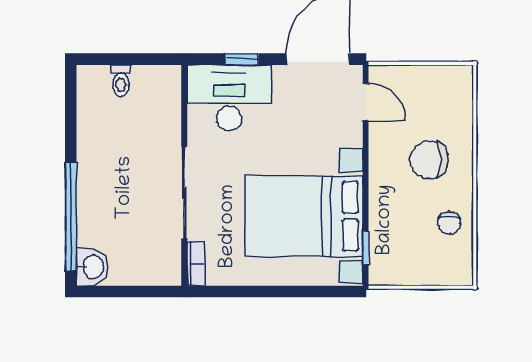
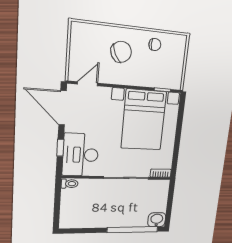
toilet: (121, 81) -> (70, 184), moved
chair: (429, 160) -> (121, 52), turned -117

